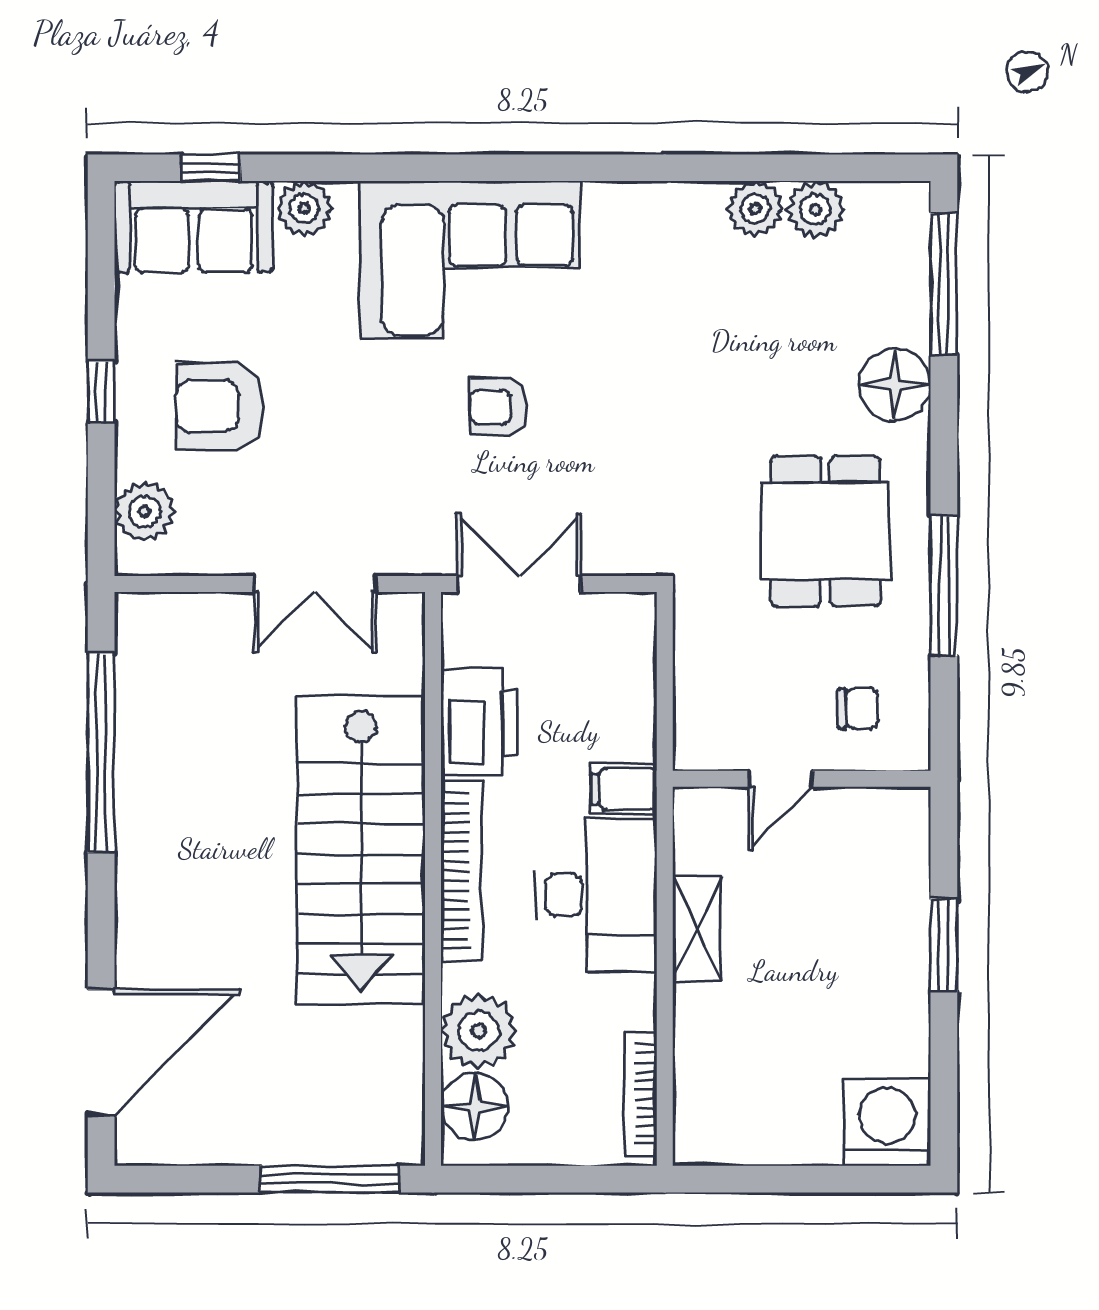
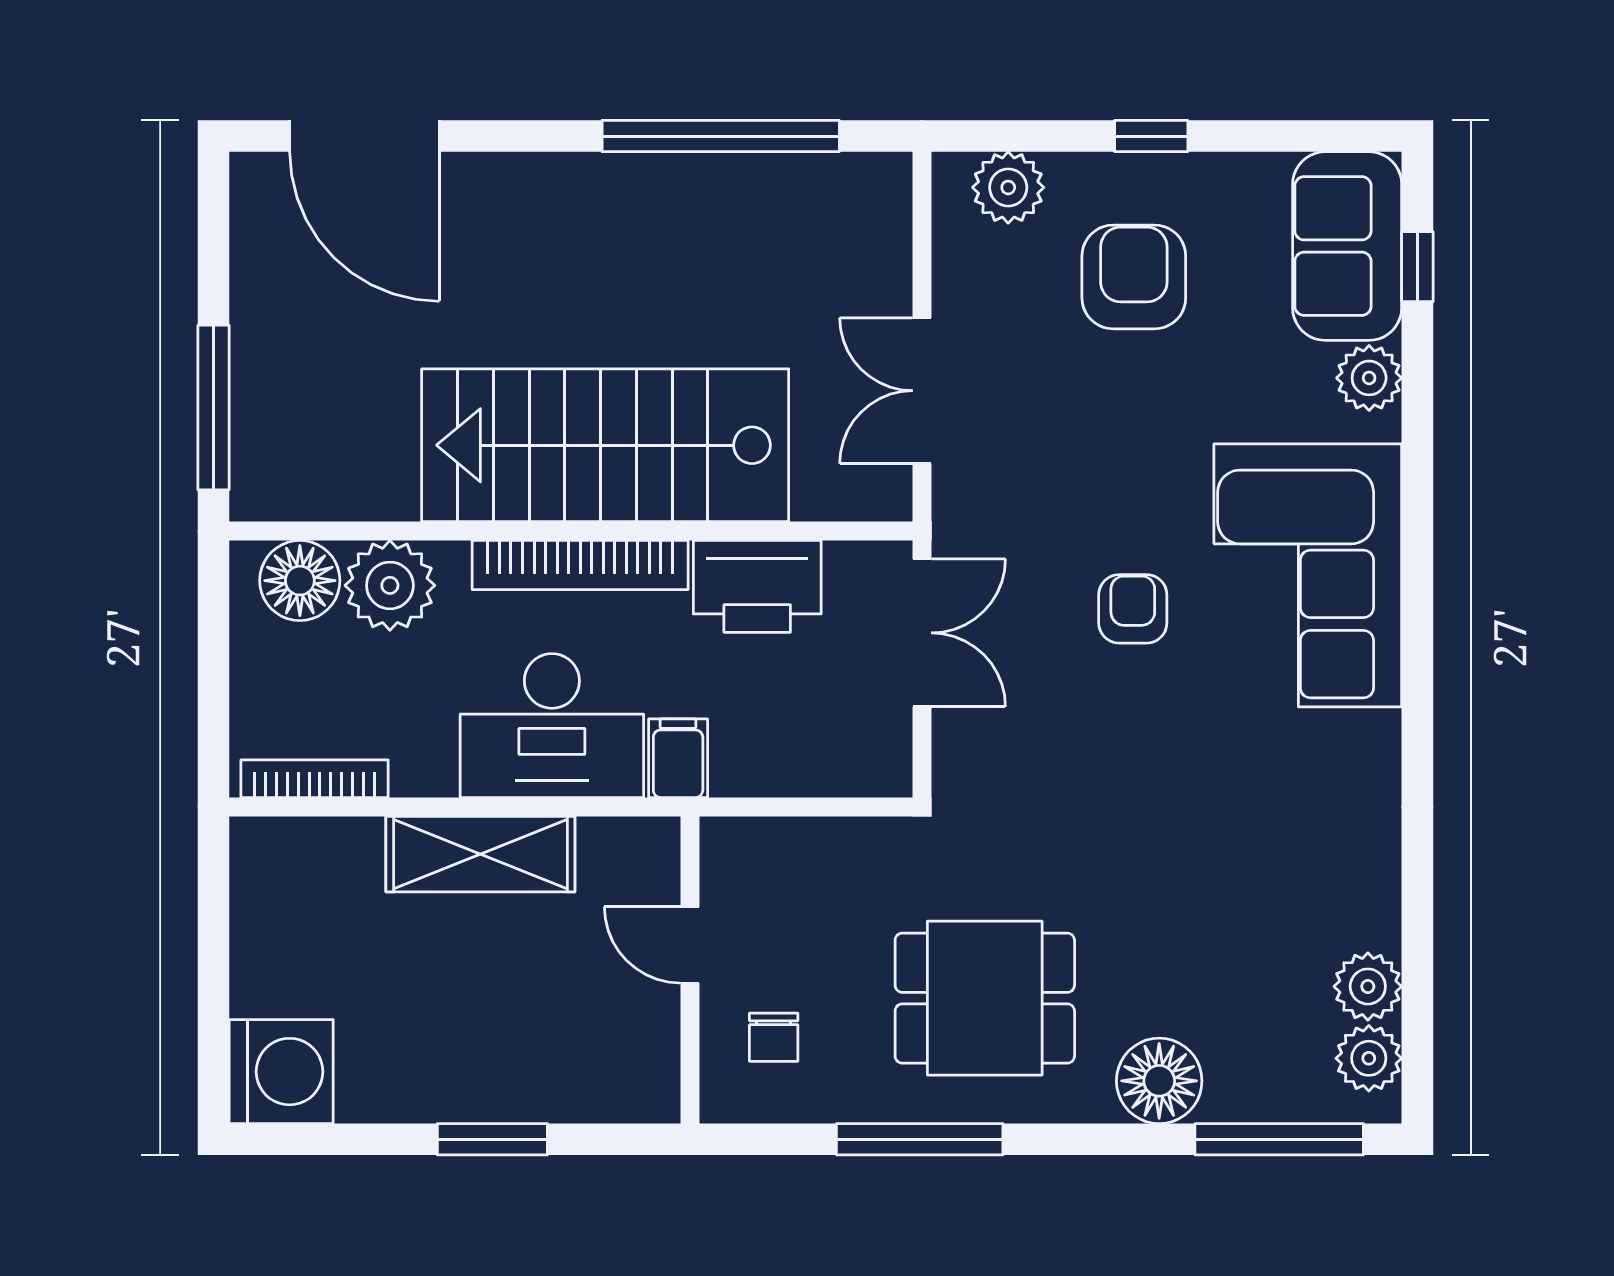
plant: (755, 209) -> (1369, 1058), moved
shelving: (696, 928) -> (480, 854), width x1.50, depth x1.33

